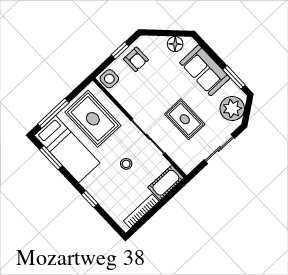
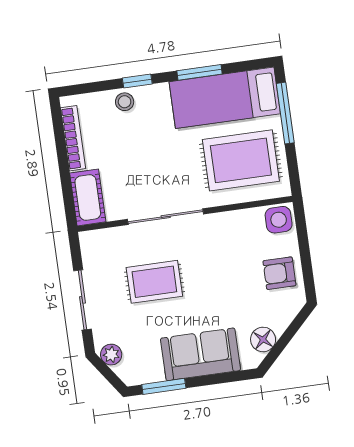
window: (120, 51) -> (306, 260), removed
plant: (232, 108) -> (111, 355), width x0.53, depth x0.53
window: (51, 158) -> (200, 72), moved
stool: (126, 164) -> (125, 102), moved

